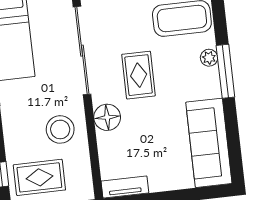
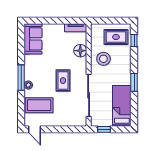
floor lamp: (107, 117) -> (80, 51), moved
sofa: (209, 143) -> (33, 39), width x0.73

